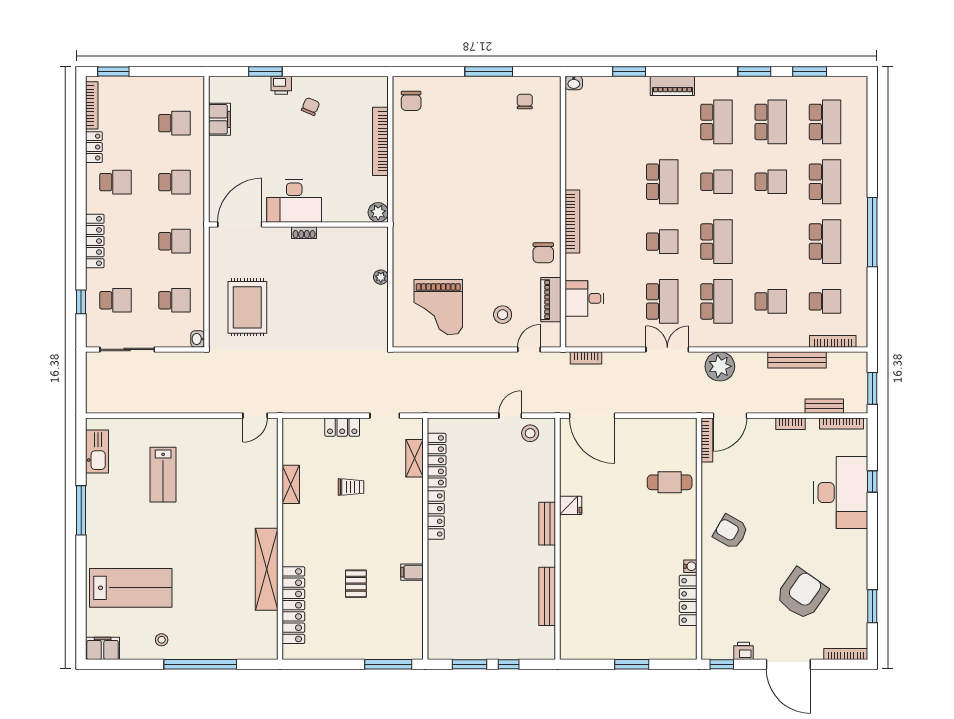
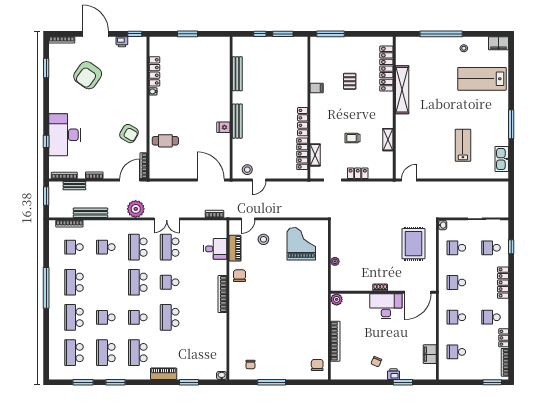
bench: (547, 524) -> (237, 121), width x1.36
armchair: (731, 532) -> (129, 134), moved

